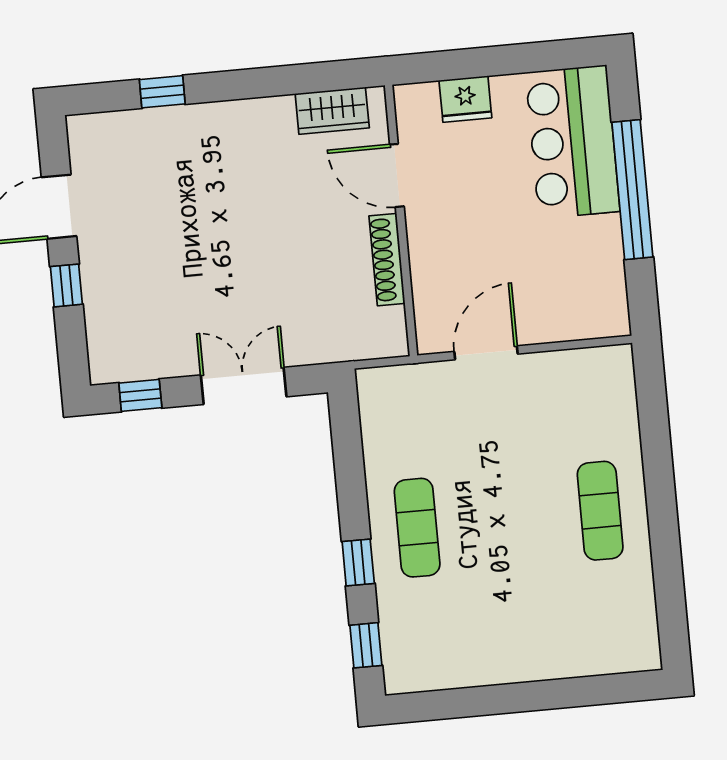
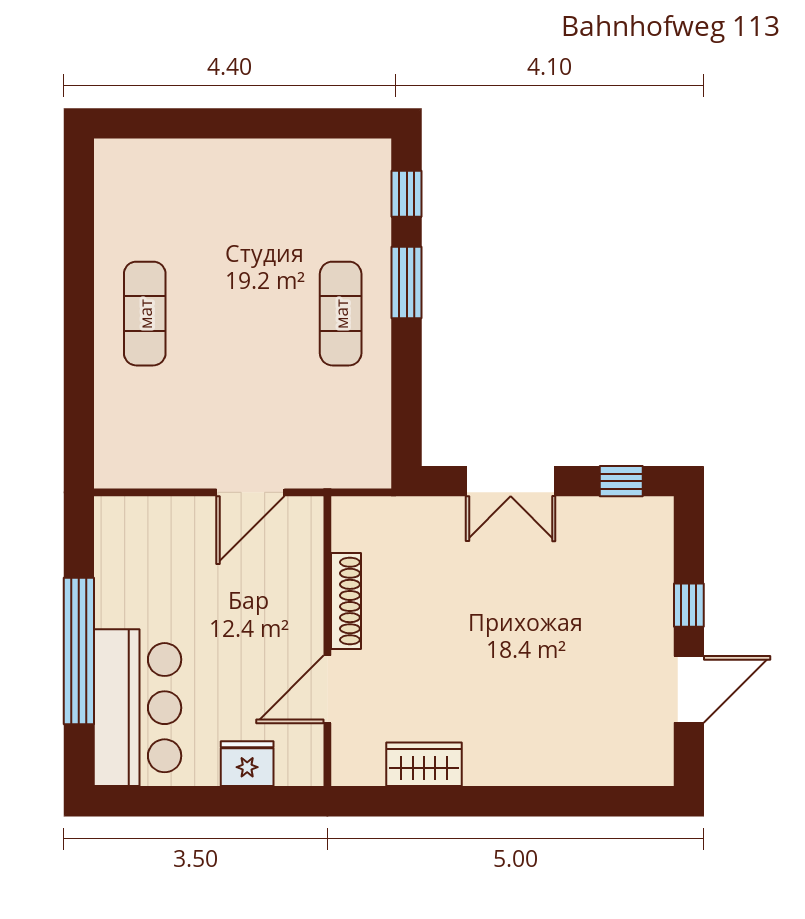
window: (162, 92) -> (568, 801), removed
wardrobe: (332, 111) -> (424, 764), moved
door: (397, 175) -> (327, 689), swing flipped
window: (358, 562) -> (407, 282), width x1.50

